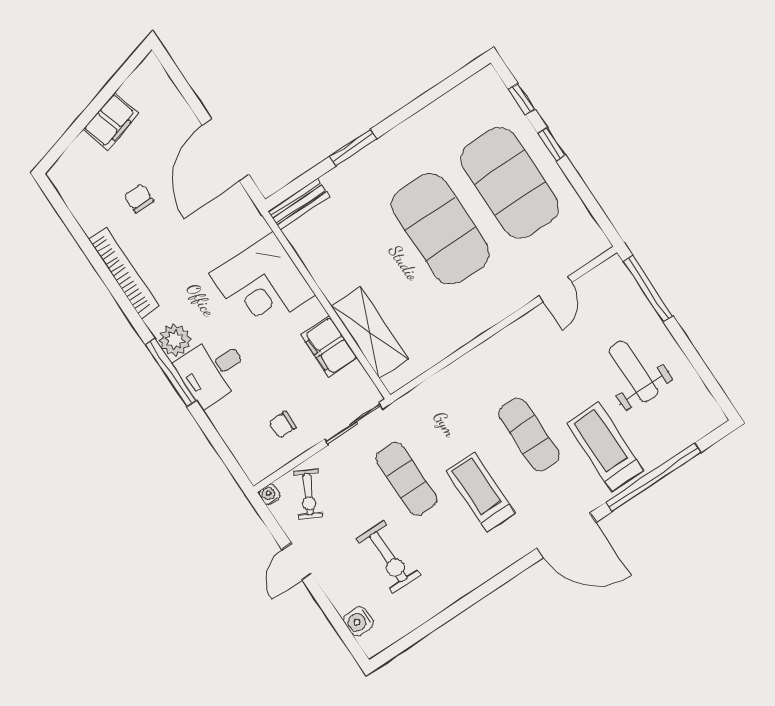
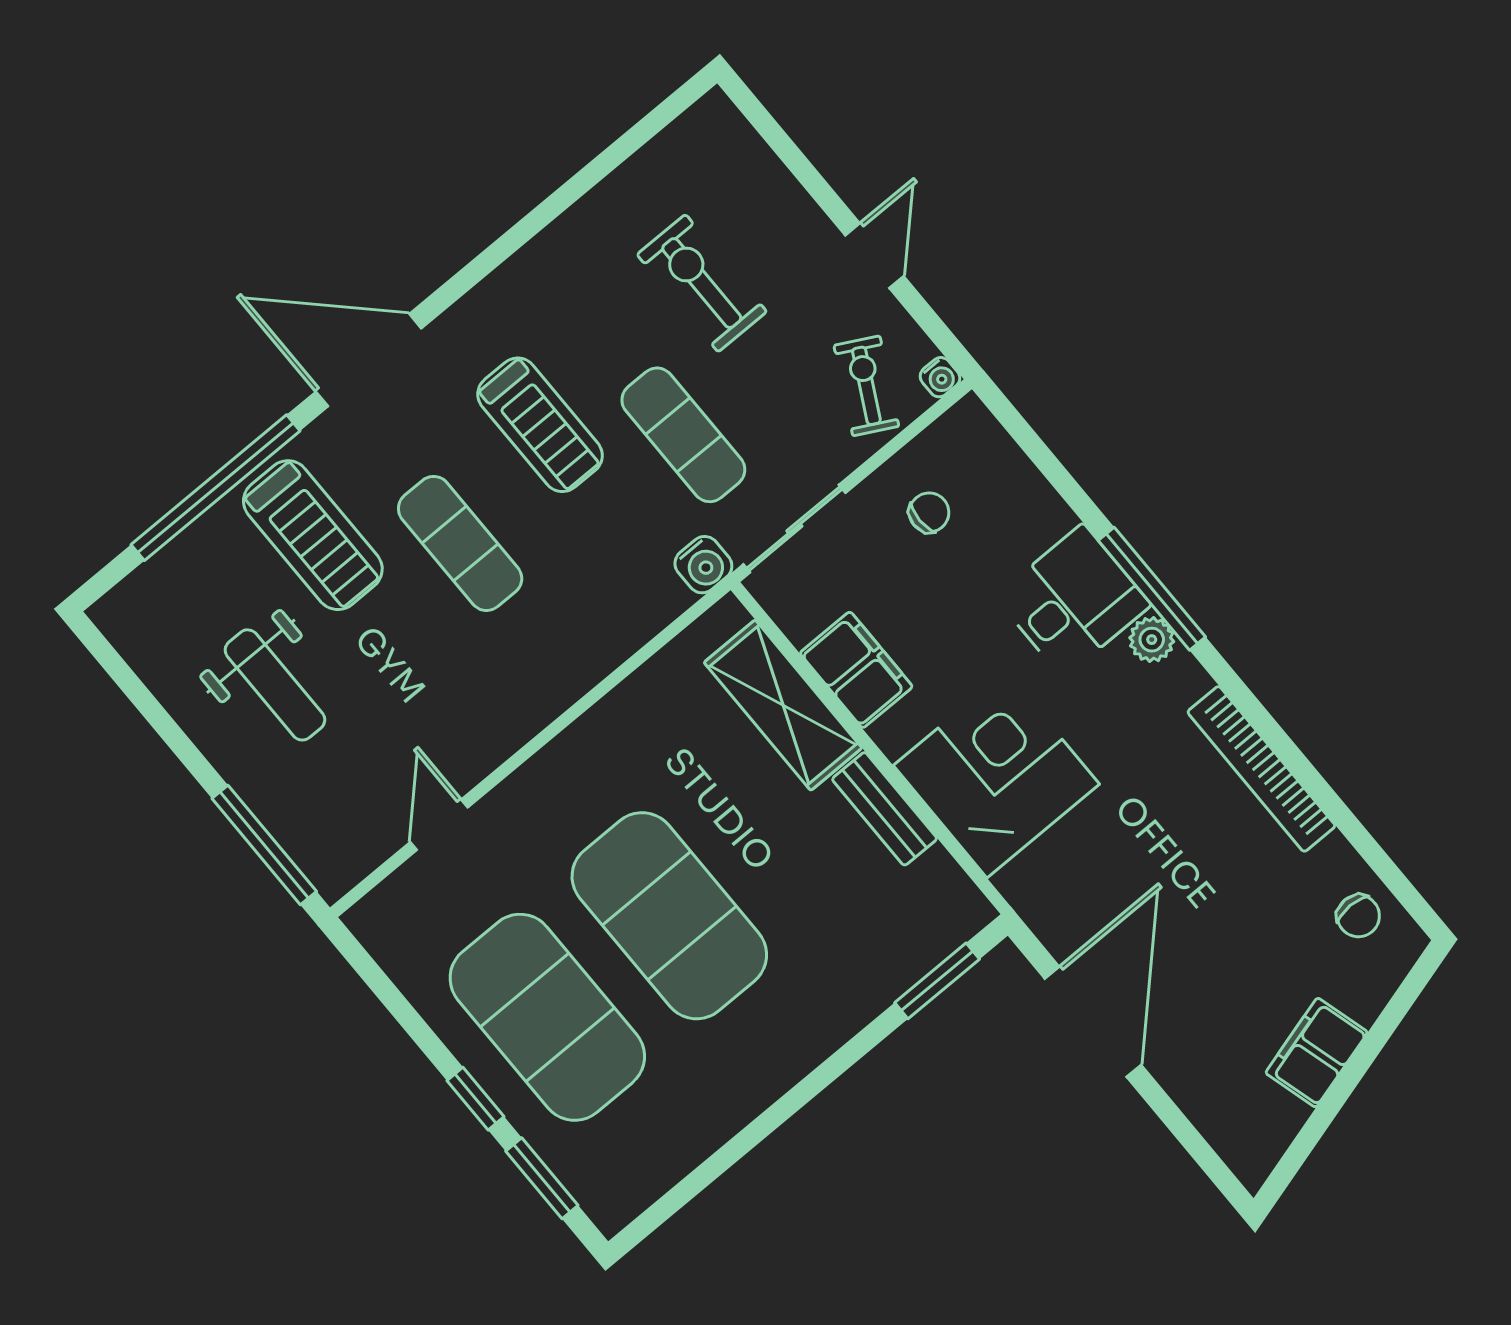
window: (522, 99) -> (542, 1178), width x1.50
window: (353, 148) -> (937, 981), moved
chair: (139, 198) -> (1358, 916), moved
bench: (299, 204) -> (885, 809), moved, turned 90
plant: (175, 340) -> (1152, 640), width x0.73, depth x0.73
water cooler: (359, 621) -> (703, 565), moved, turned 90

